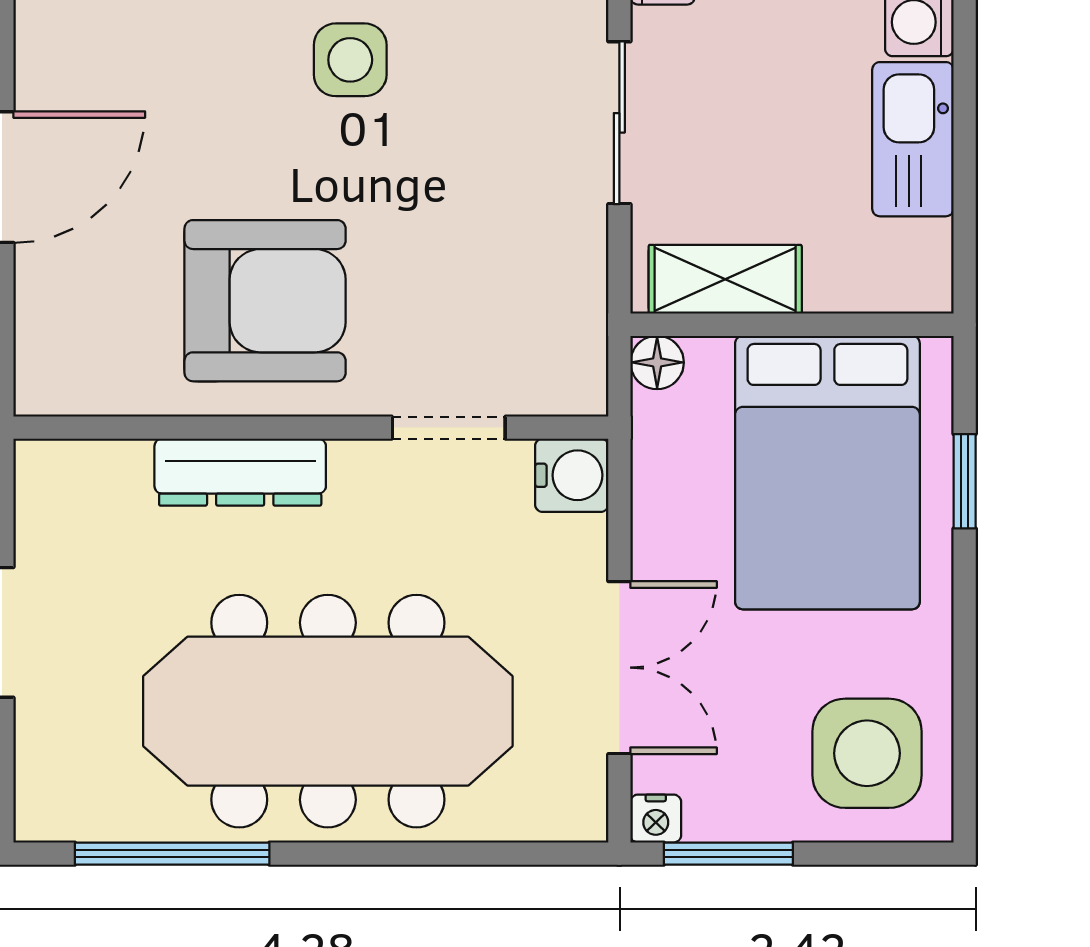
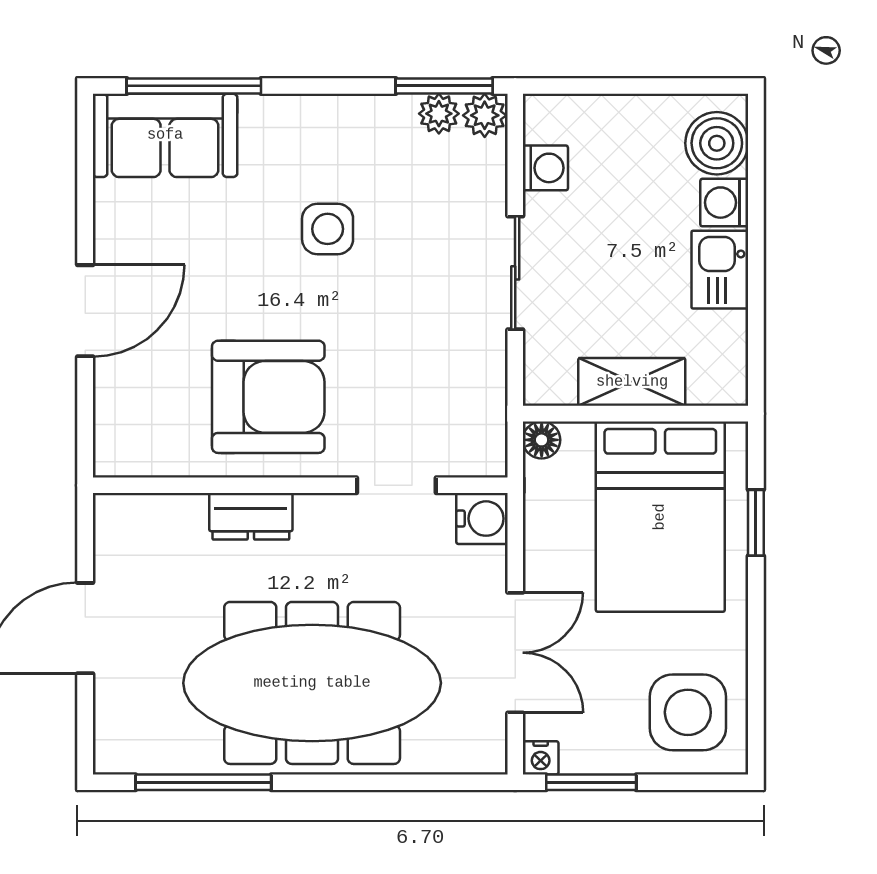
kitchen sink: (913, 139) -> (720, 270), width x0.73
shelving: (725, 279) -> (632, 382), moved
dresser: (240, 472) -> (251, 516), width x0.70

